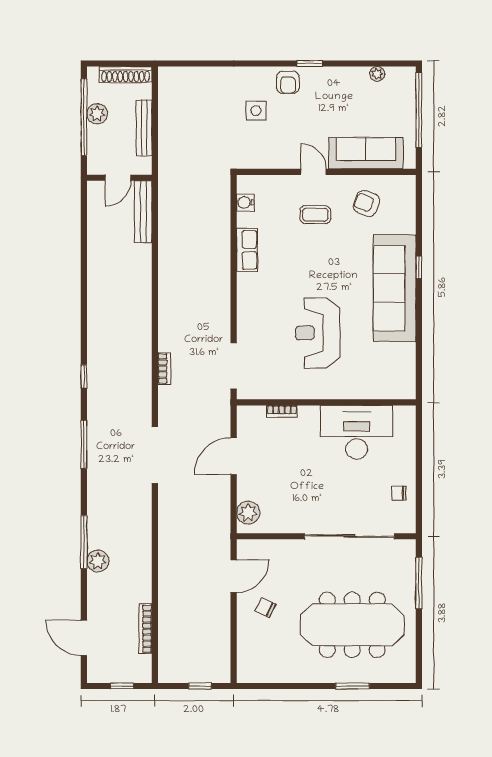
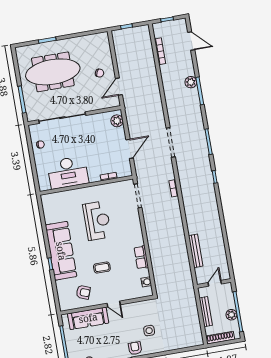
bench: (143, 212) -> (196, 251), moved
coffee table: (315, 215) -> (102, 268), moved

